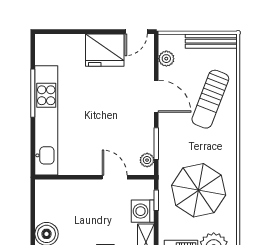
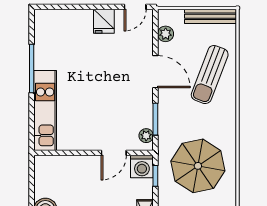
fridge: (105, 50) -> (104, 21), width x0.53, depth x0.75
kitchen unit: (46, 120) -> (45, 110), width x0.73
door: (115, 177) -> (114, 153), swing flipped
washing machine: (143, 211) -> (142, 166), moved, turned -90

